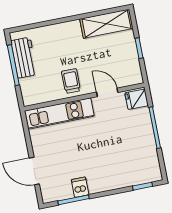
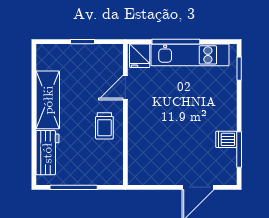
shelving: (106, 24) -> (48, 100), moved
workbench: (24, 58) -> (47, 153), moved, turned 90
trolley: (71, 81) -> (104, 126), turned -90
kitchen unit: (59, 113) -> (190, 55), moved, turned 90

